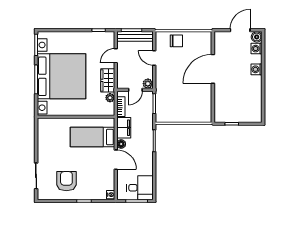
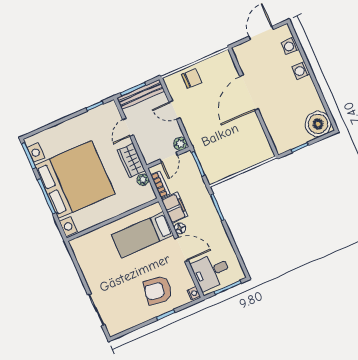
boiler: (257, 37) -> (318, 124), moved, width x1.86, depth x1.86
armchair: (66, 181) -> (158, 290), moved, turned -81
desk: (140, 188) -> (211, 271), moved, turned 180

